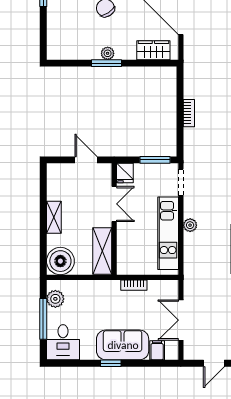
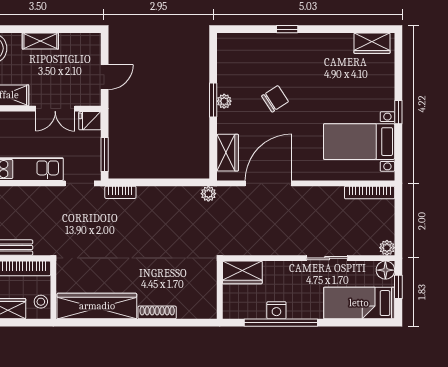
bookcase: (189, 113) -> (120, 192), moved
plant: (190, 225) -> (208, 194), moved

